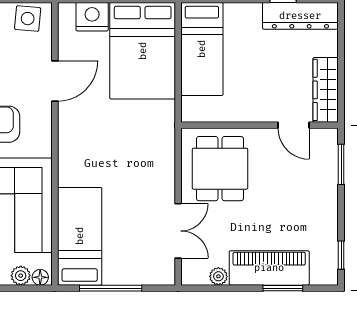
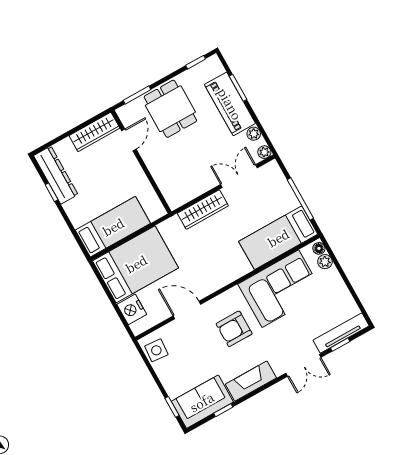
wardrobe: (163, 166) -> (203, 210), added
dining table: (220, 169) -> (170, 109), moved, turned 90
plant: (190, 277) -> (264, 152), added

